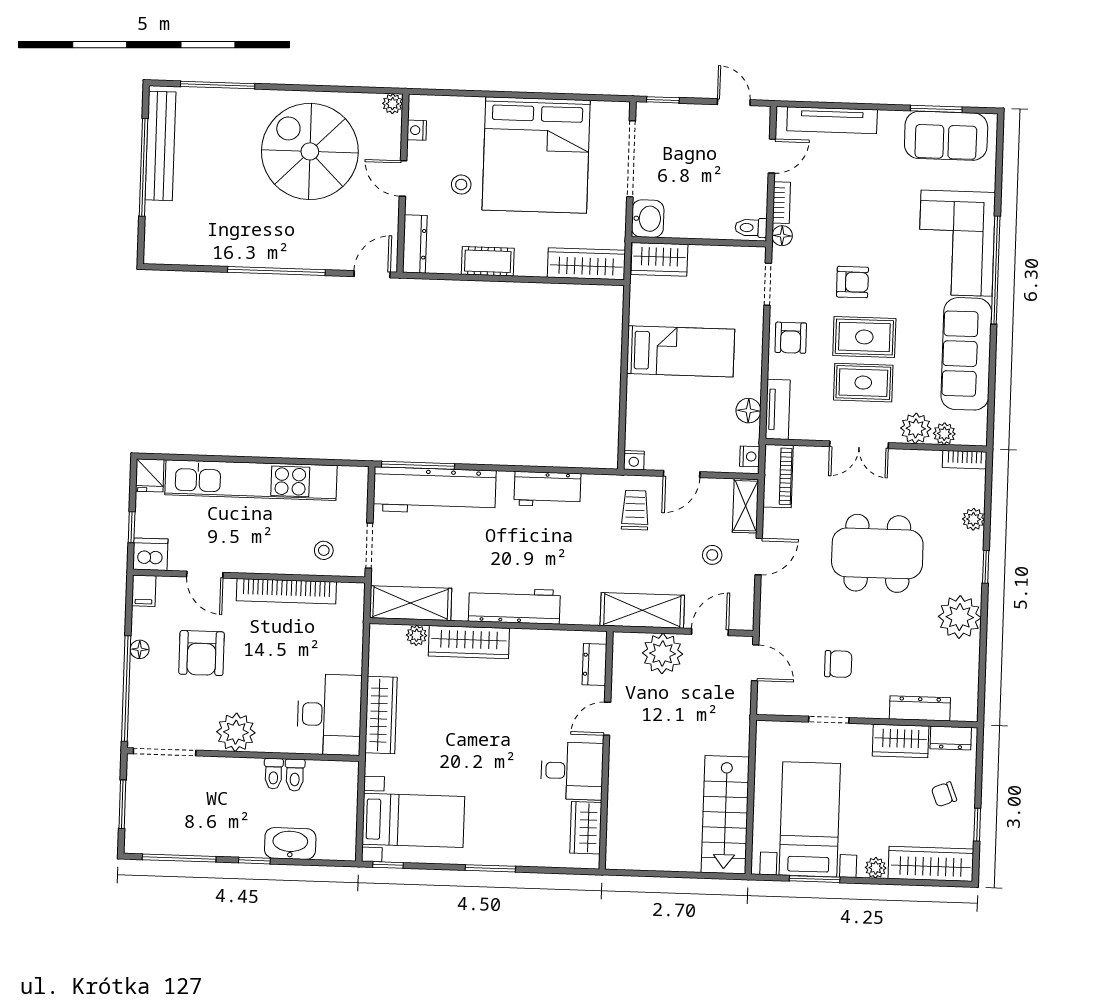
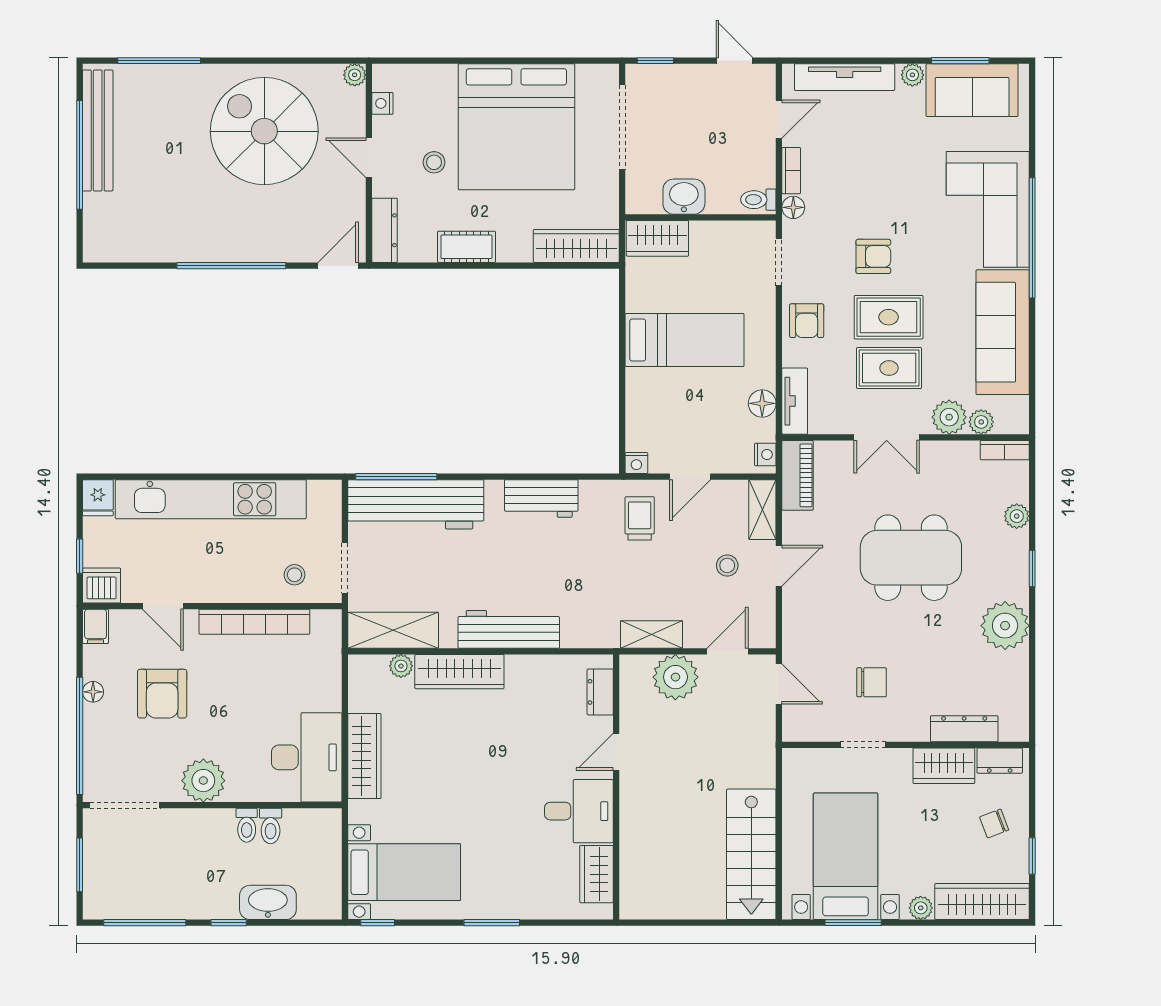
plant: (893, 120) -> (912, 75), added
washbasin: (648, 219) -> (684, 197), moved, turned -90
shelving: (642, 610) -> (651, 634), width x0.67, depth x0.75

